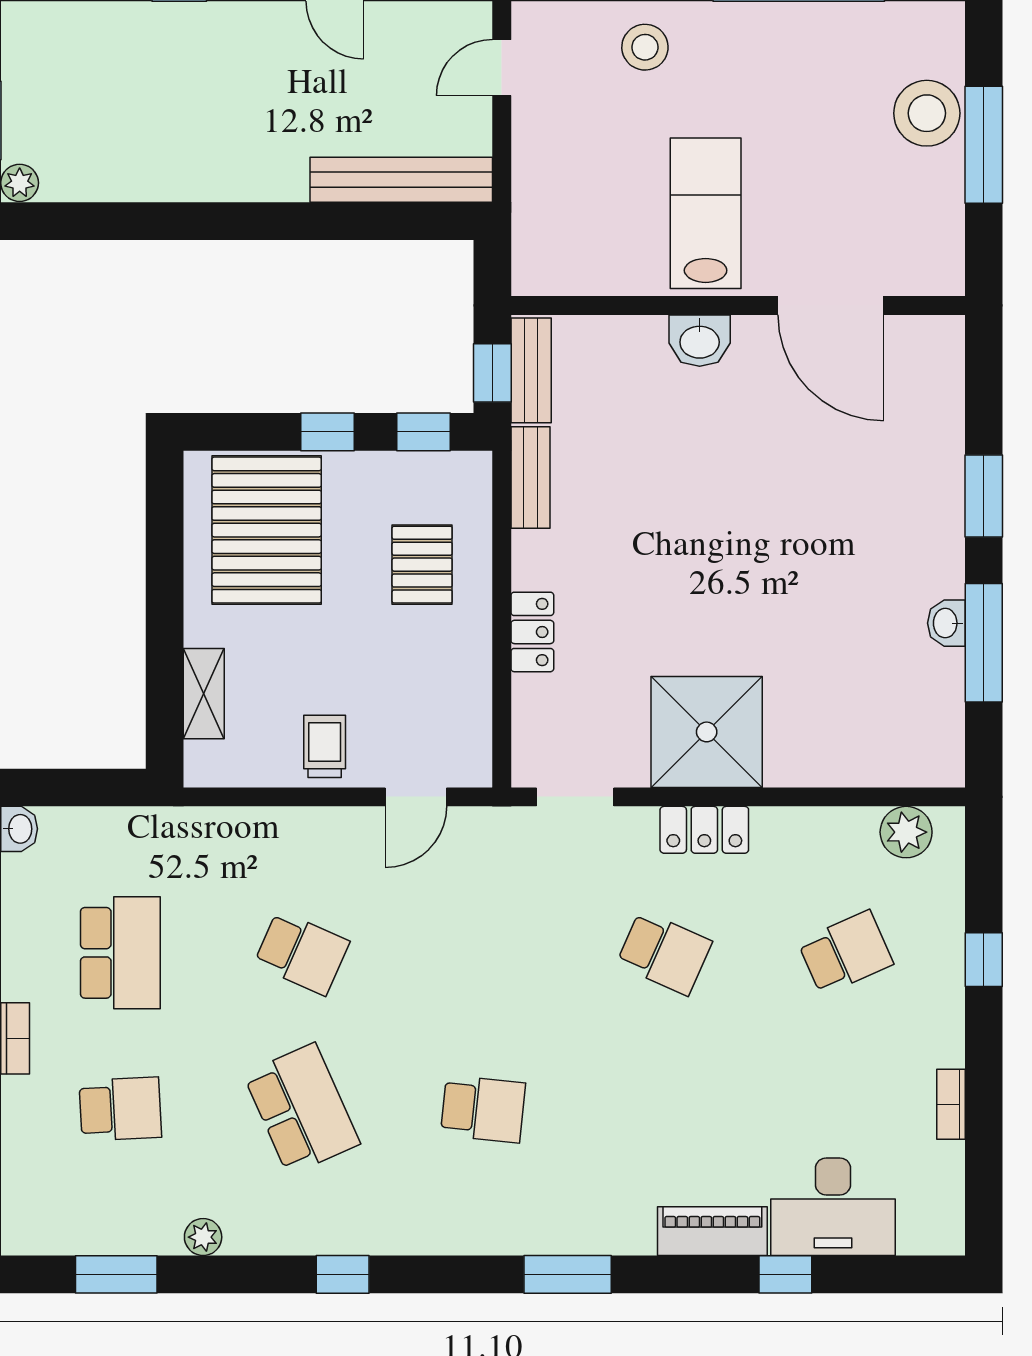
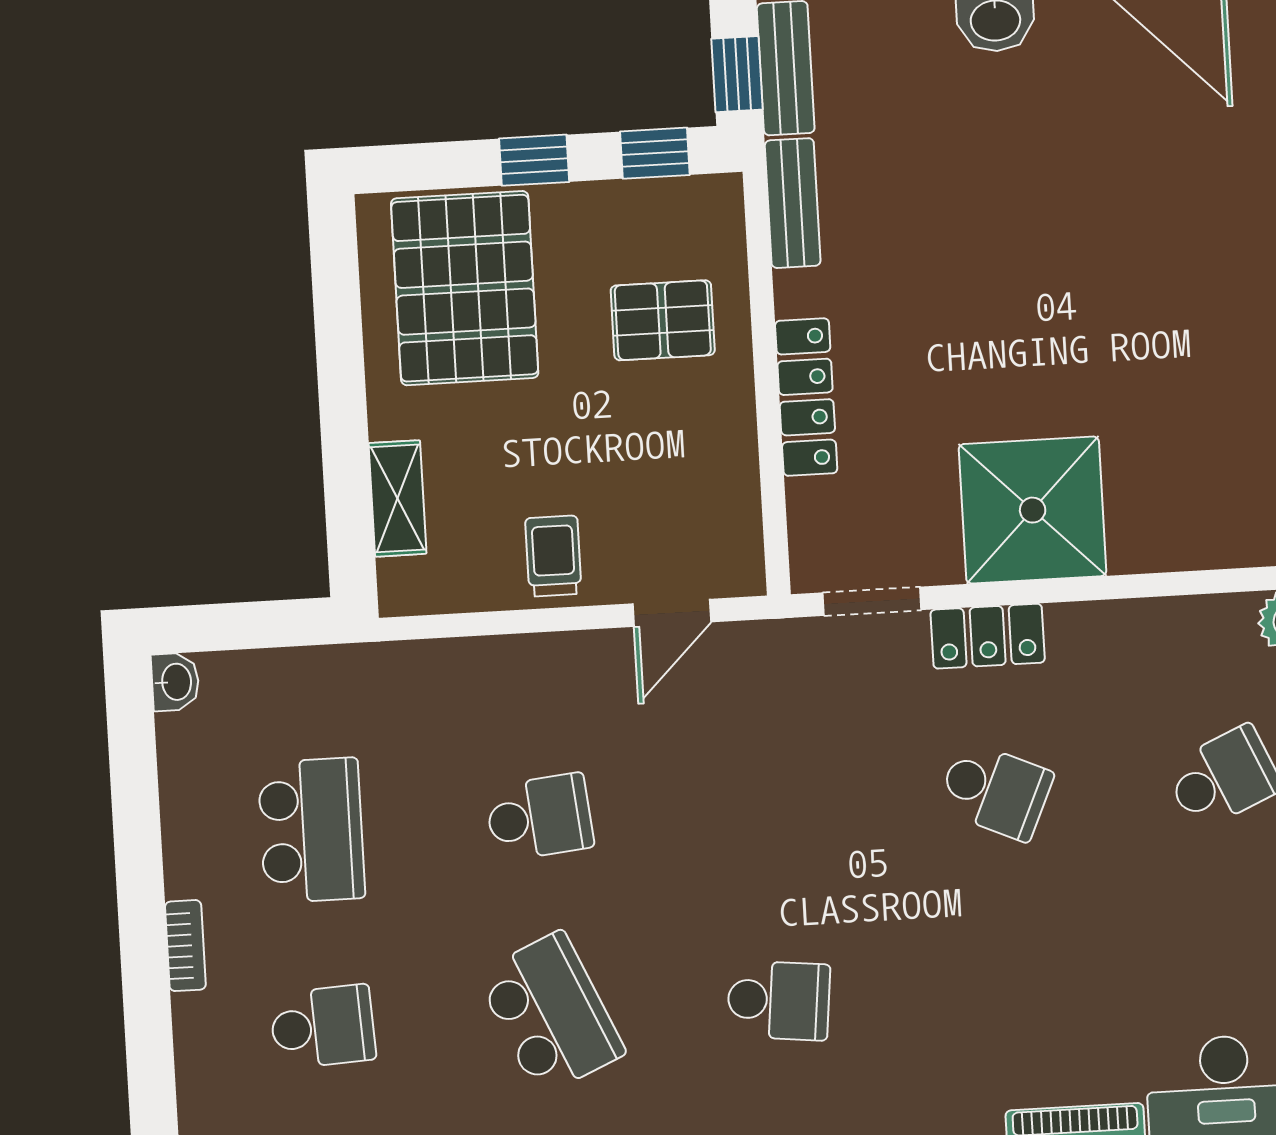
pallet: (422, 565) -> (663, 320), turned 90
locker: (532, 632) -> (806, 397), width x1.53
locker: (704, 830) -> (988, 636), moved
school desk: (302, 953) -> (539, 817), turned -30

